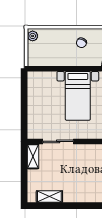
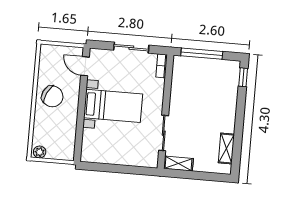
chair: (81, 43) -> (52, 96), width x1.87, depth x1.87

